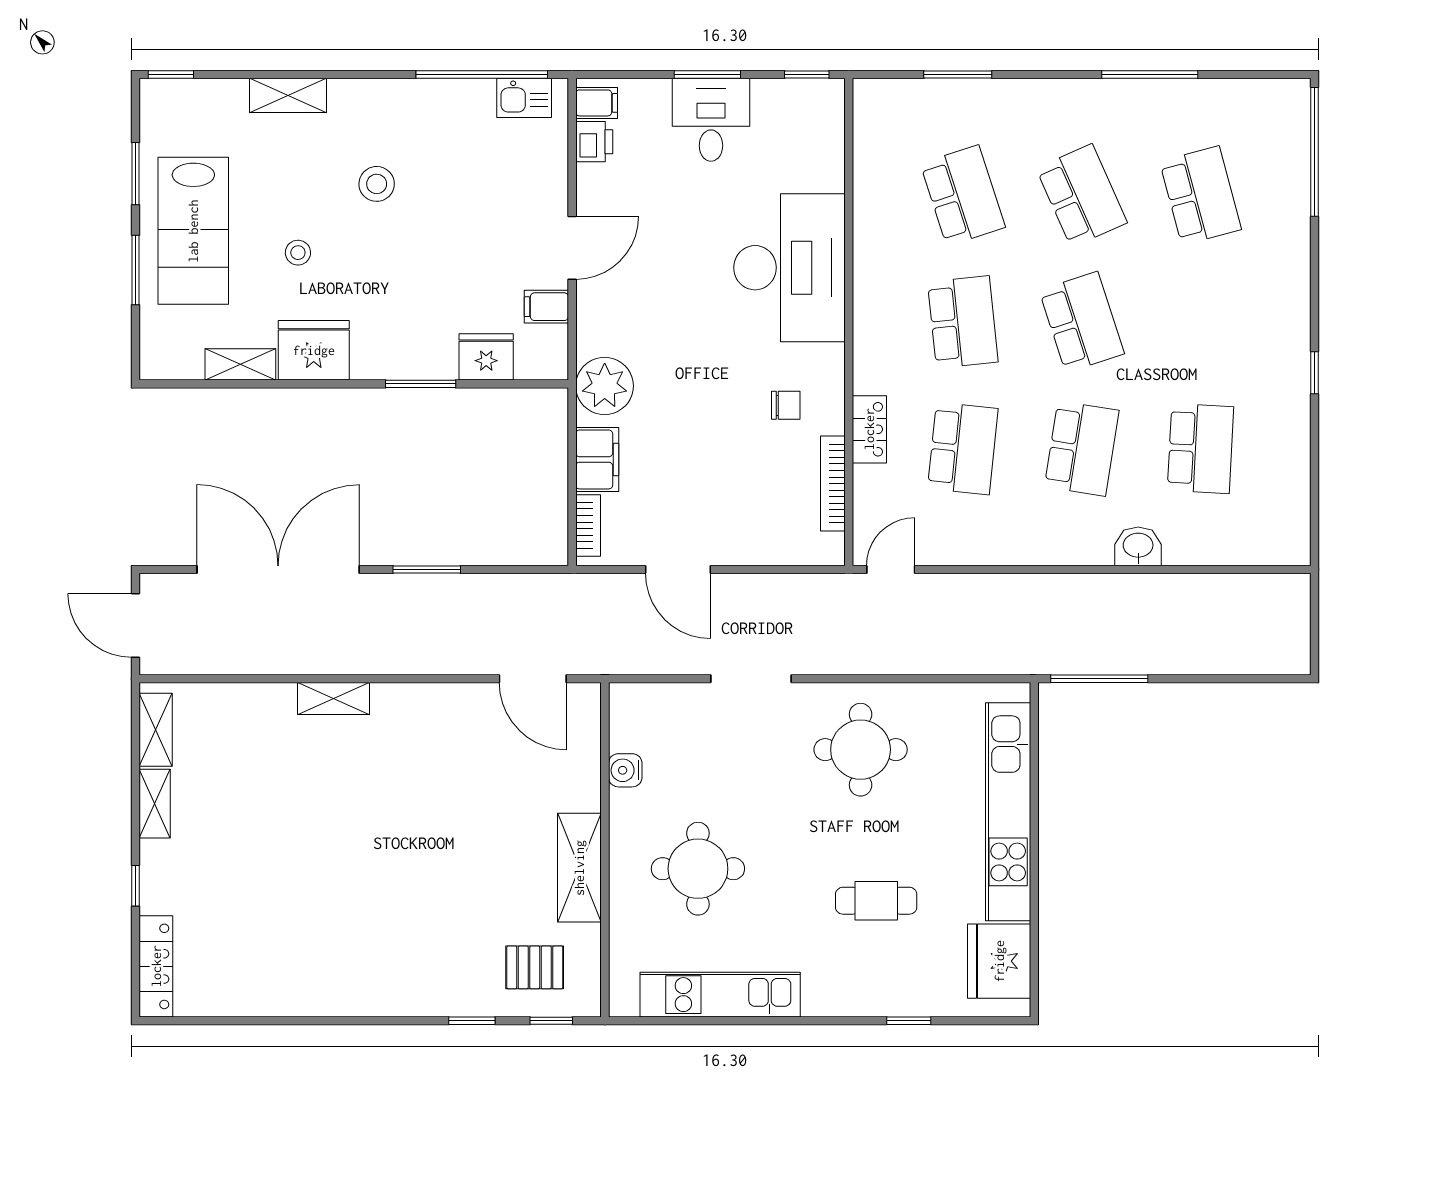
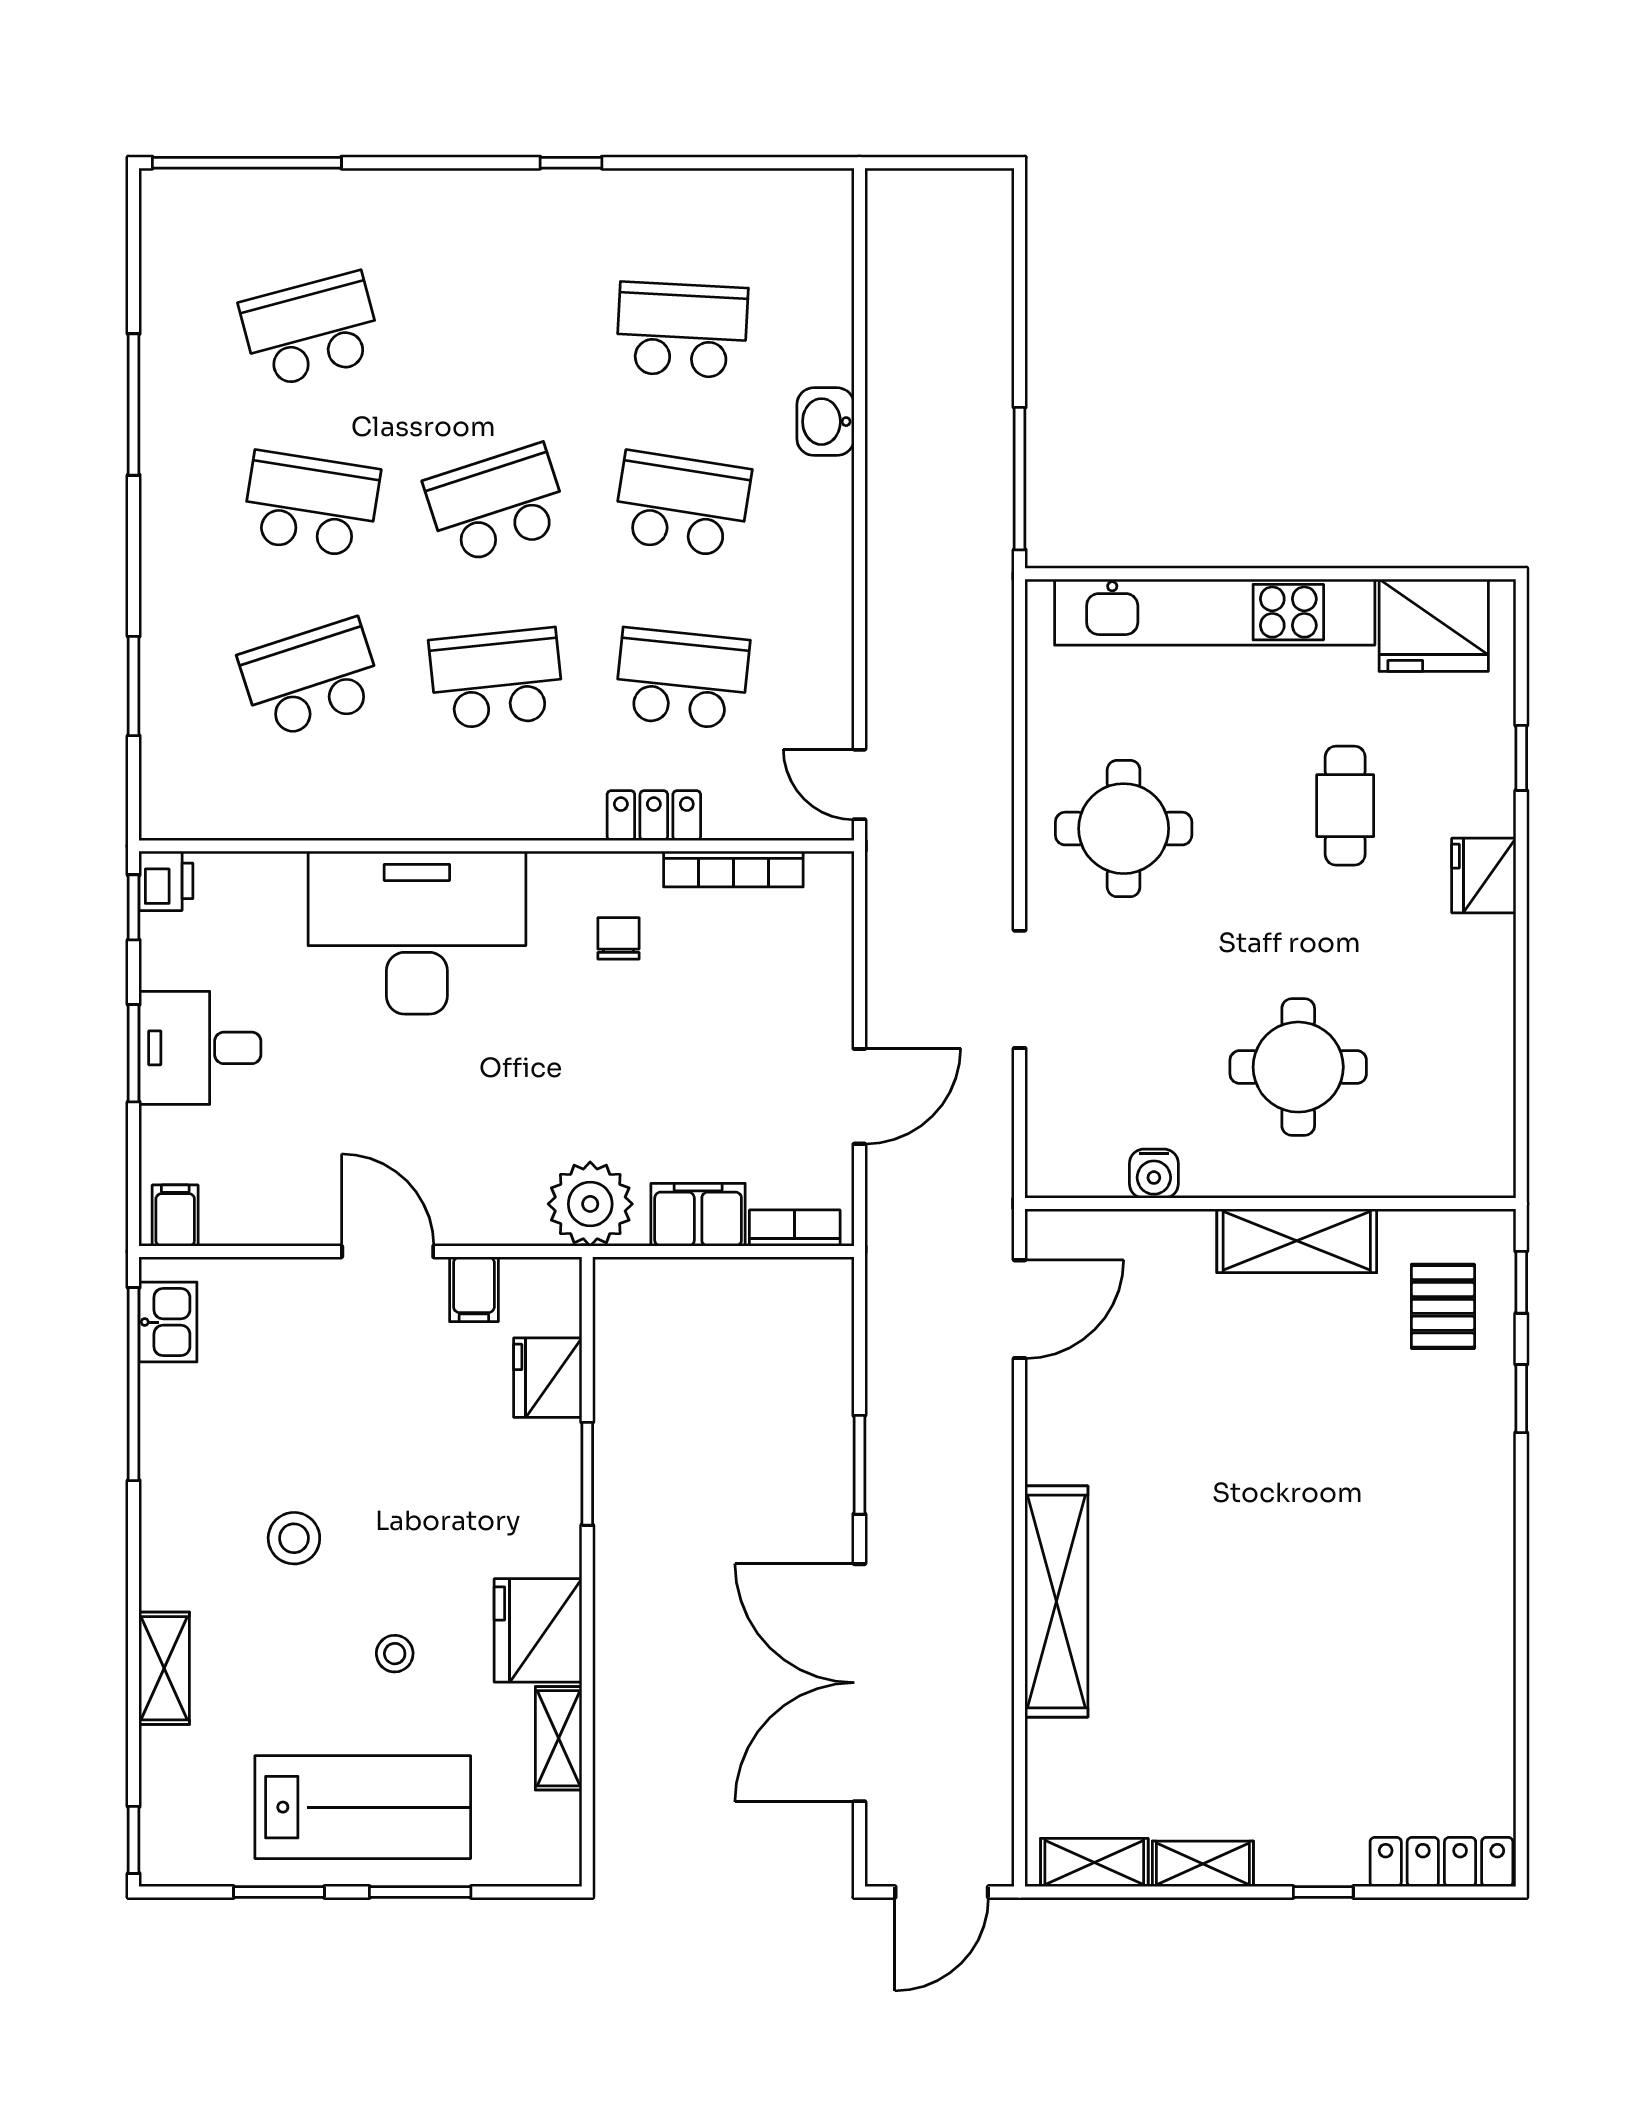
printer: (594, 142) -> (166, 881), moved, turned 90
school desk: (1082, 195) -> (311, 504), turned 33
shelving: (333, 698) -> (1056, 1602), width x2.20, depth x1.33
kitchen unit: (720, 995) -> (1483, 1034), removed
fridge: (829, 995) -> (1484, 875), added

